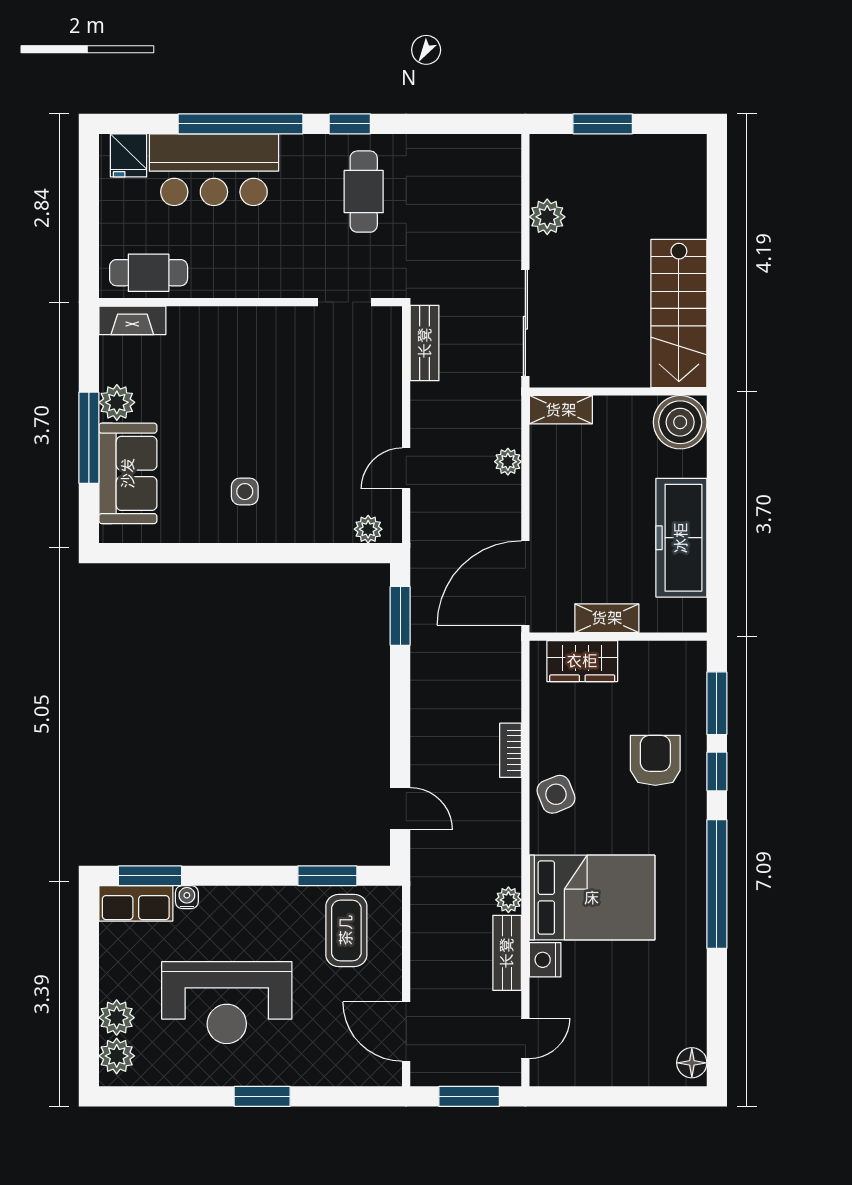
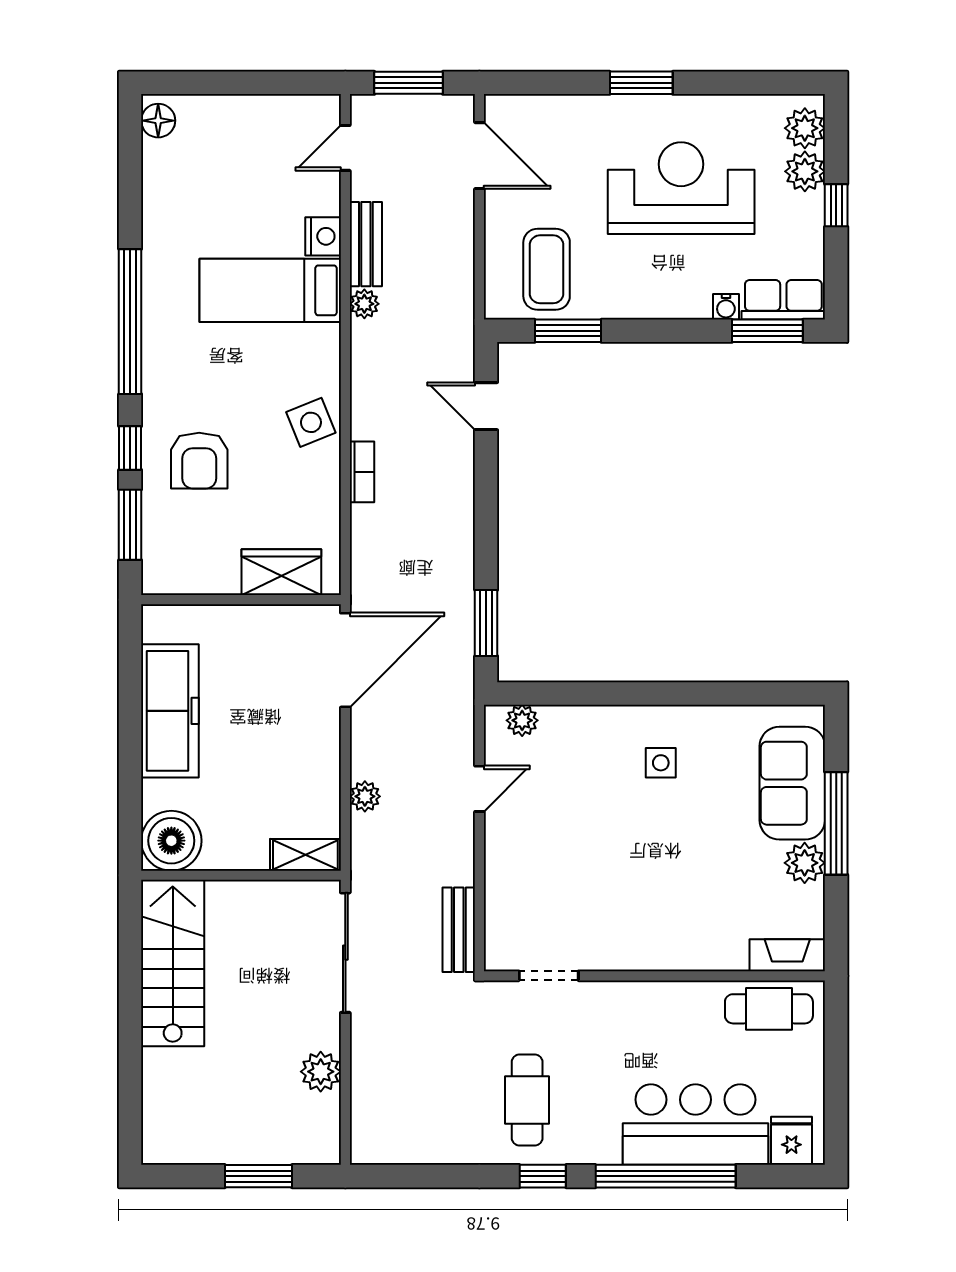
shelving: (607, 618) -> (254, 620), removed
bed: (592, 898) -> (270, 290), width x0.67
window: (89, 987) -> (836, 205), added

